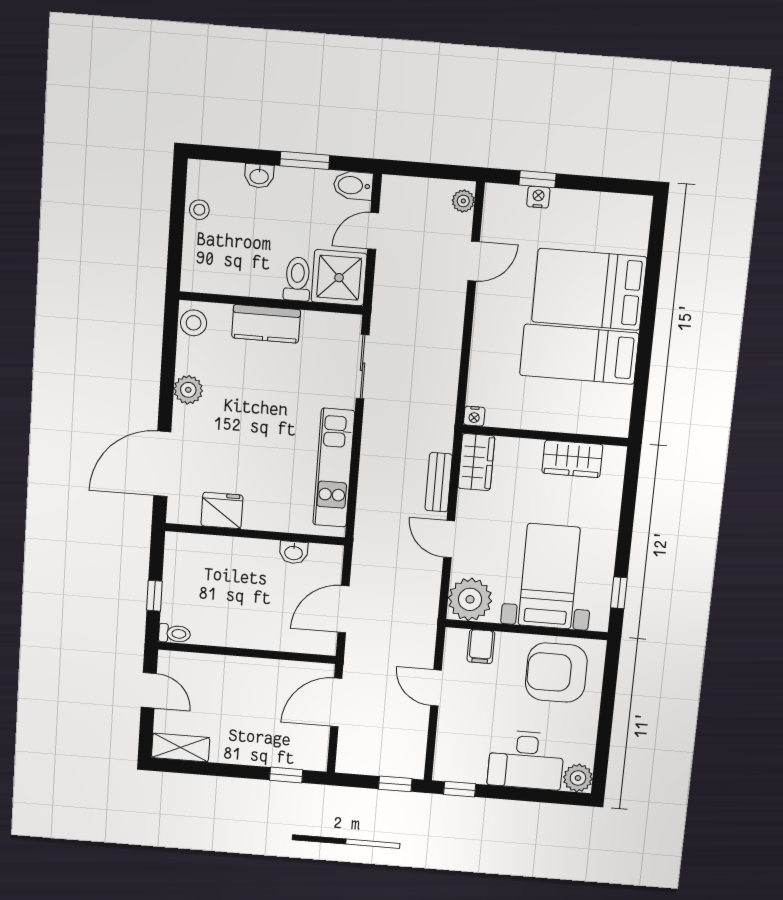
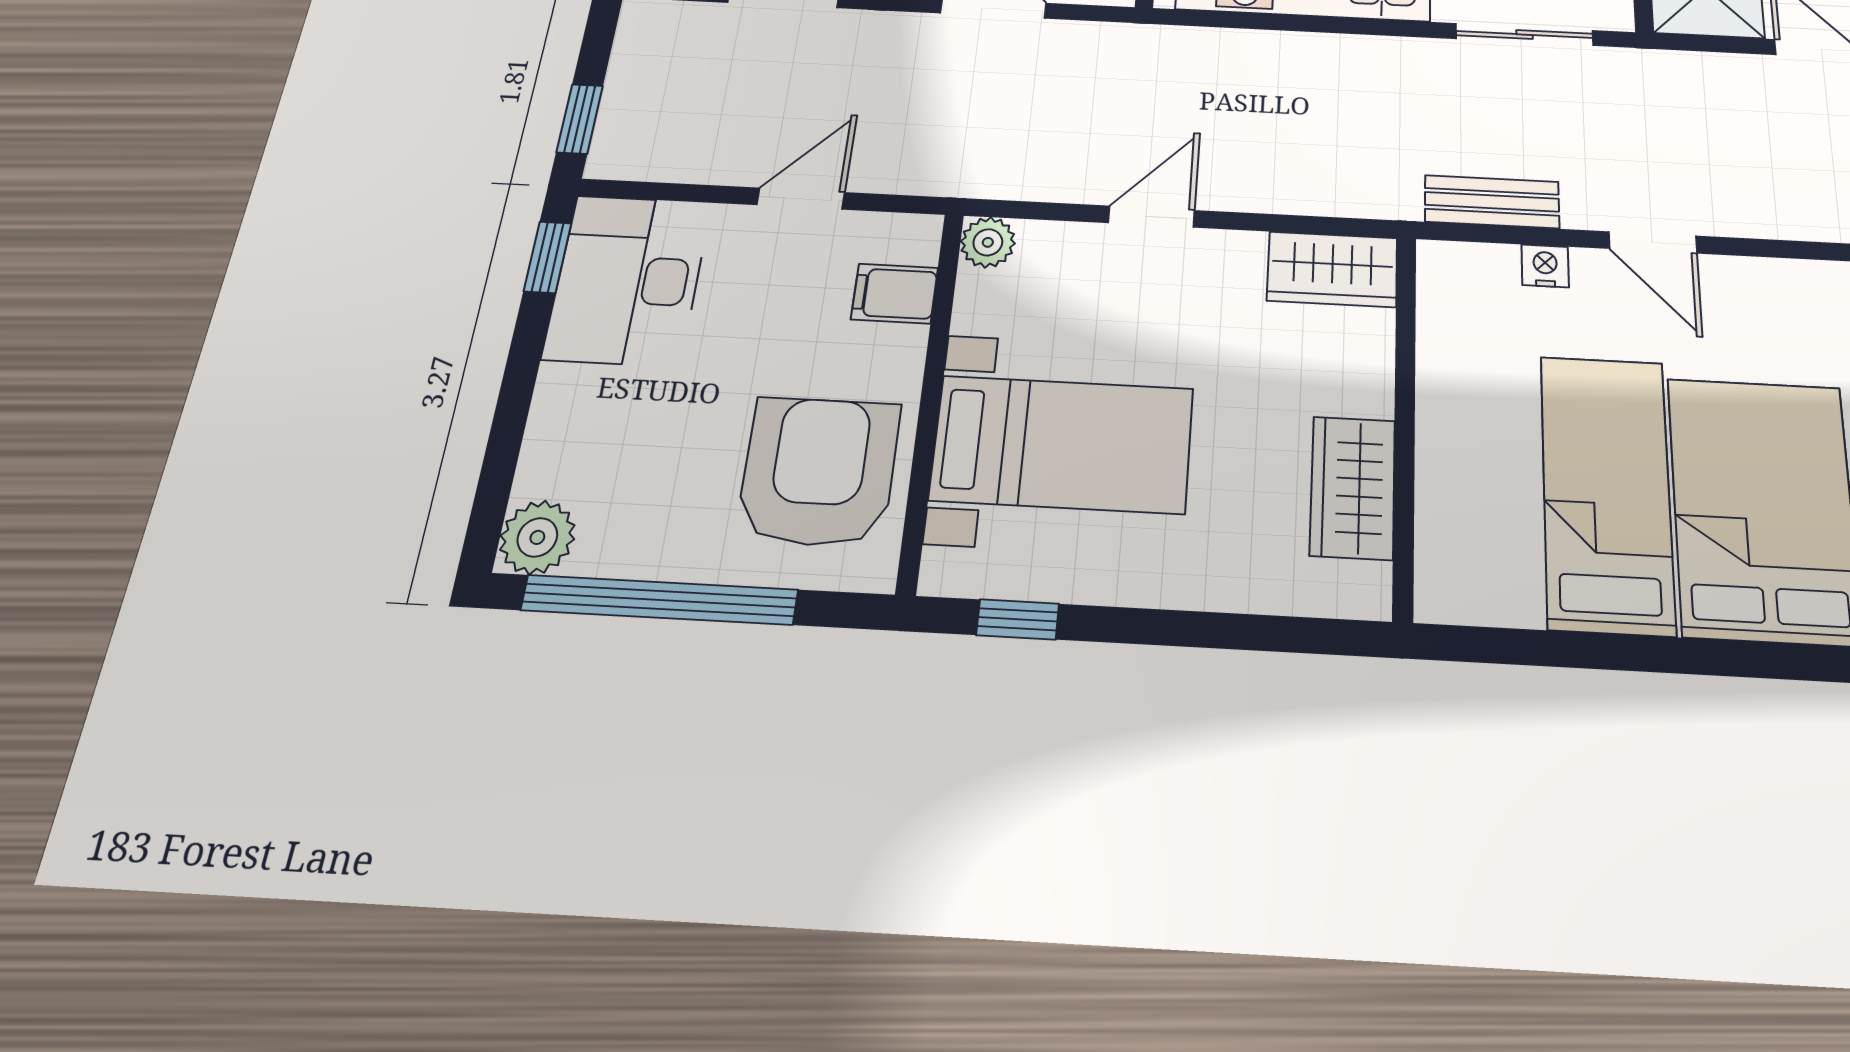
door: (474, 261) -> (1653, 242), moved
nightstand: (474, 416) -> (1545, 266), moved, turned 90
bench: (439, 482) -> (1492, 202), moved
plant: (470, 599) -> (988, 242), width x0.53, depth x0.53
window: (605, 729) -> (660, 600), added
desk: (526, 760) -> (628, 280), moved

